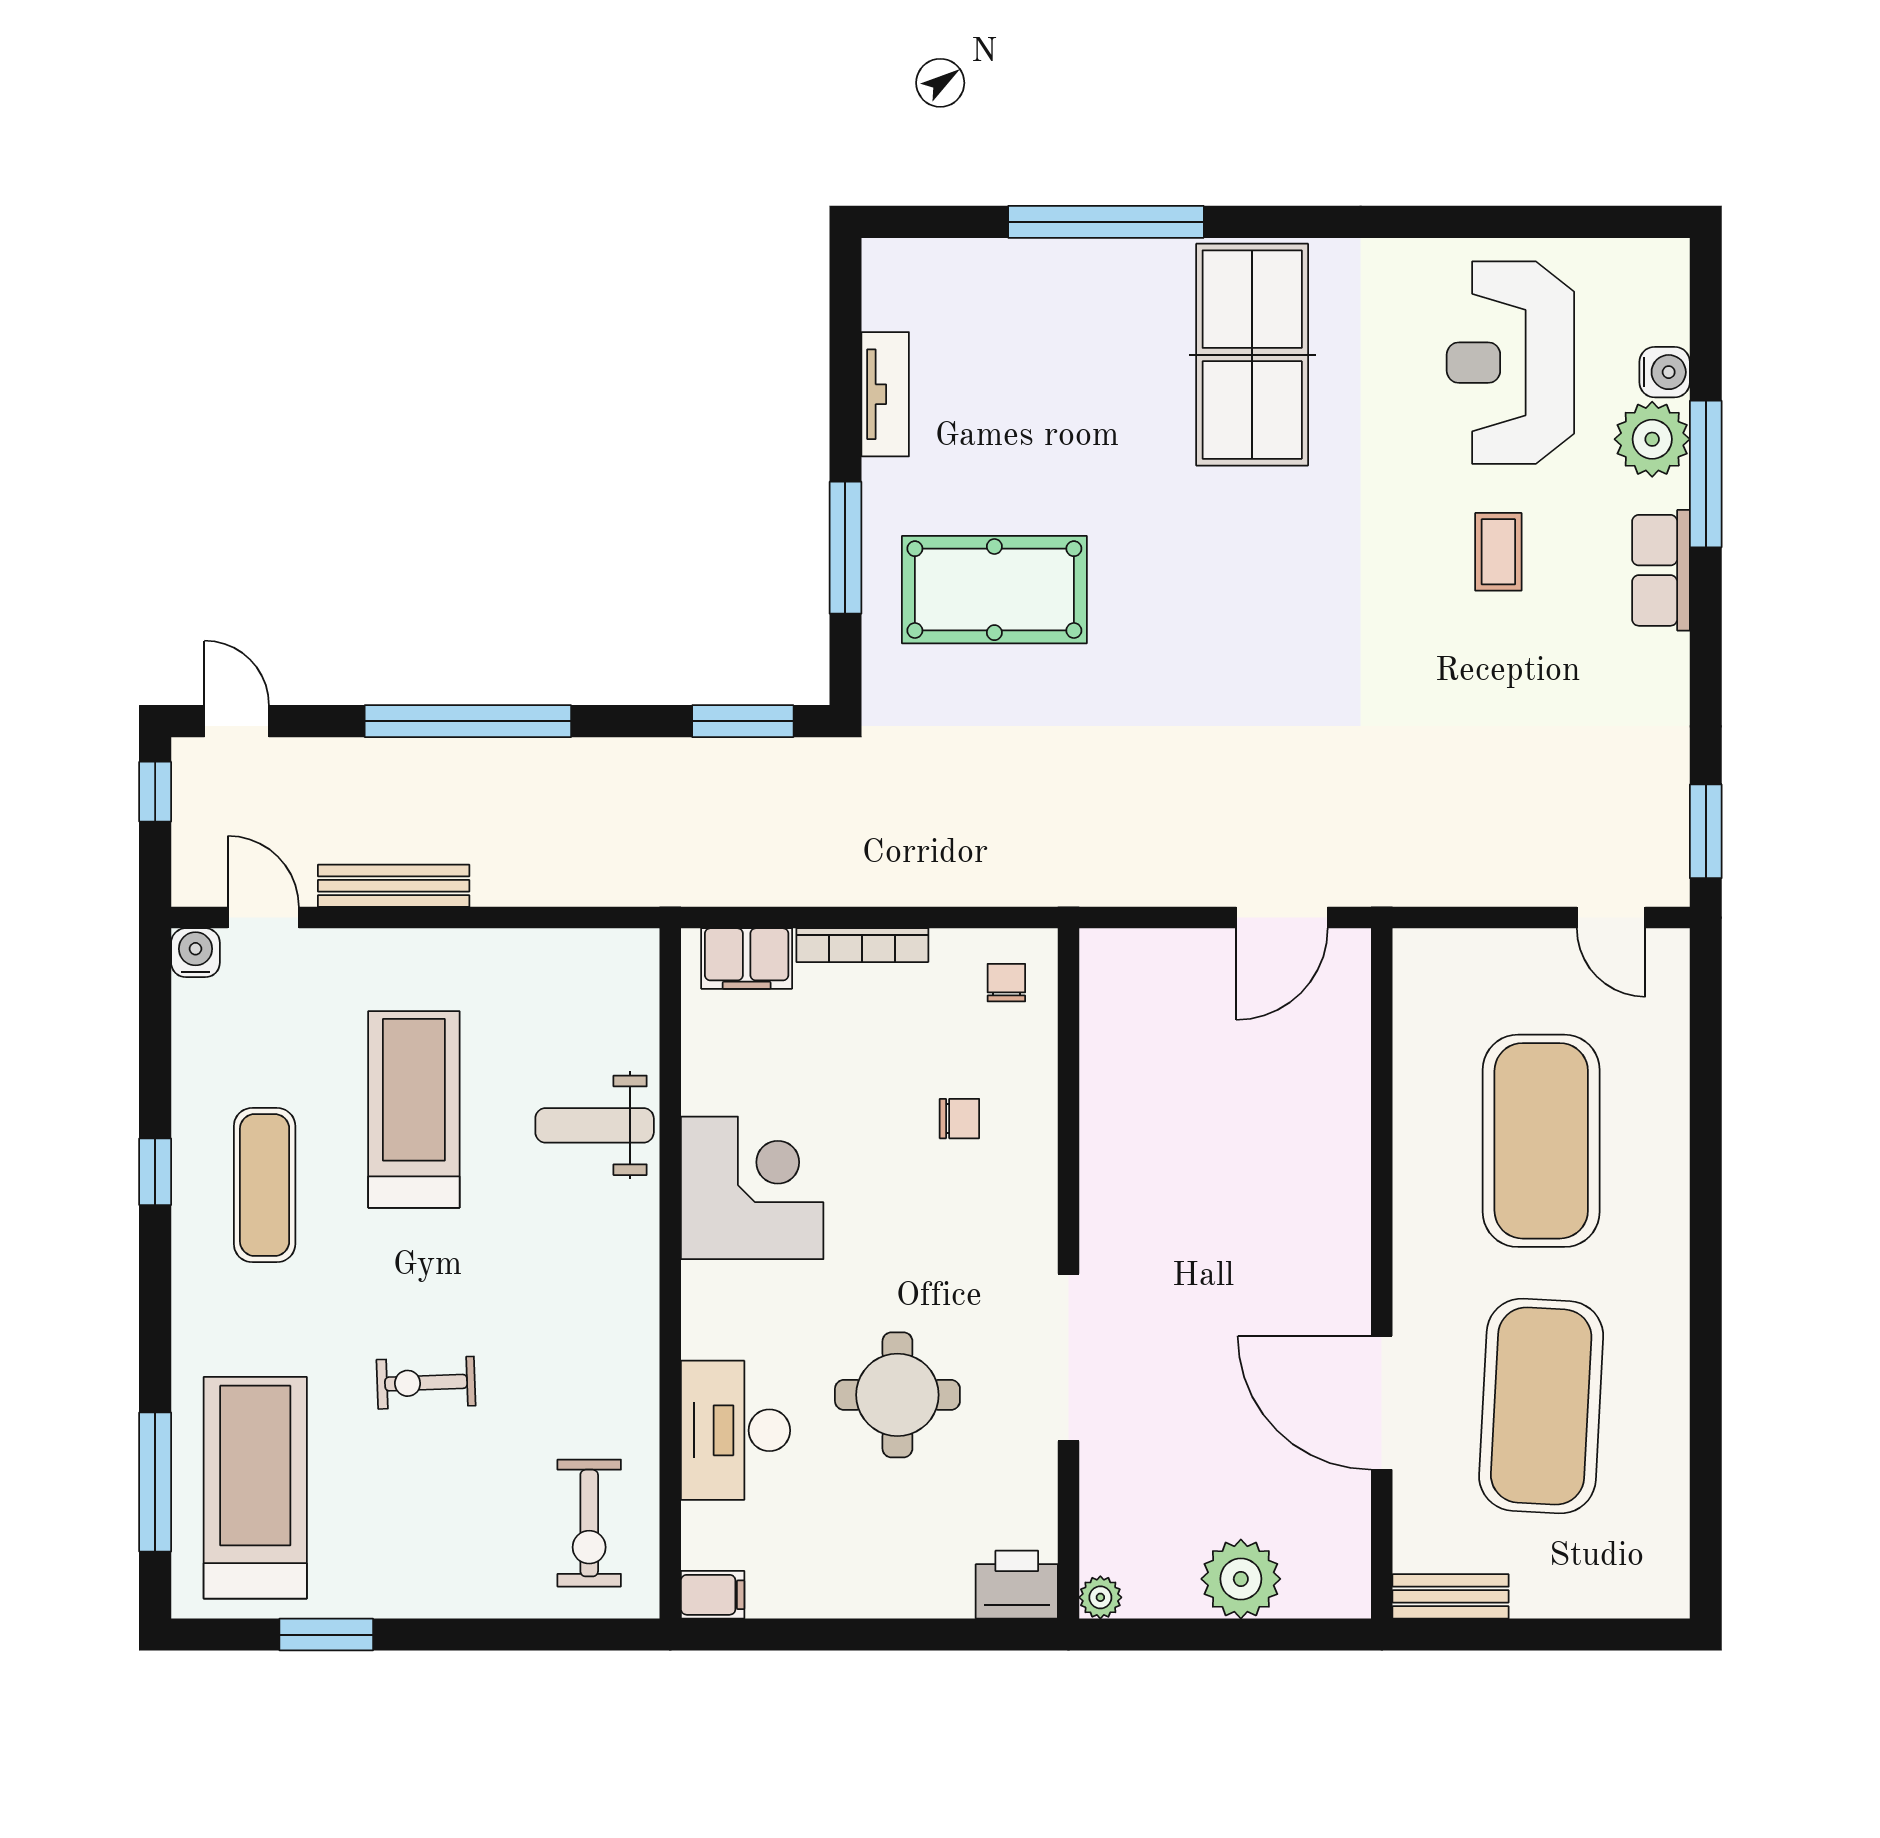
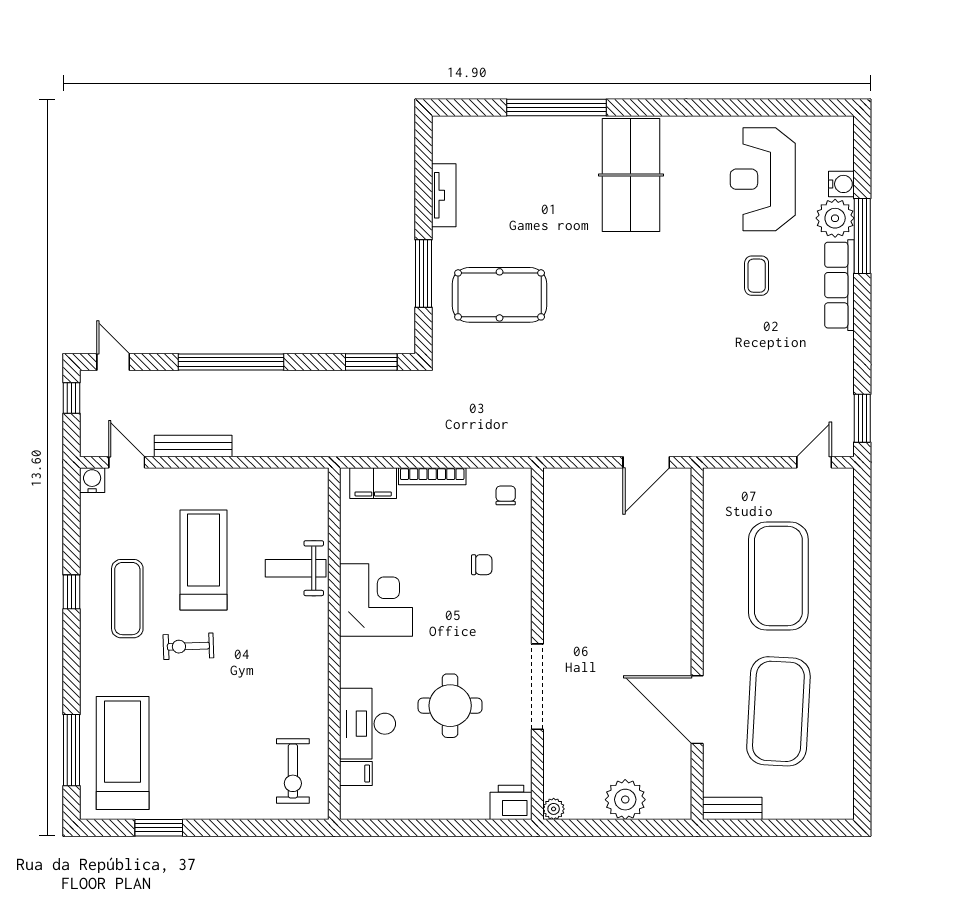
row of seats: (1661, 570) -> (840, 285), width x1.48
door: (1611, 918) -> (814, 462), swing flipped
exercise bike: (426, 1383) -> (188, 646), moved
filing cabinet: (713, 1595) -> (356, 774), moved

